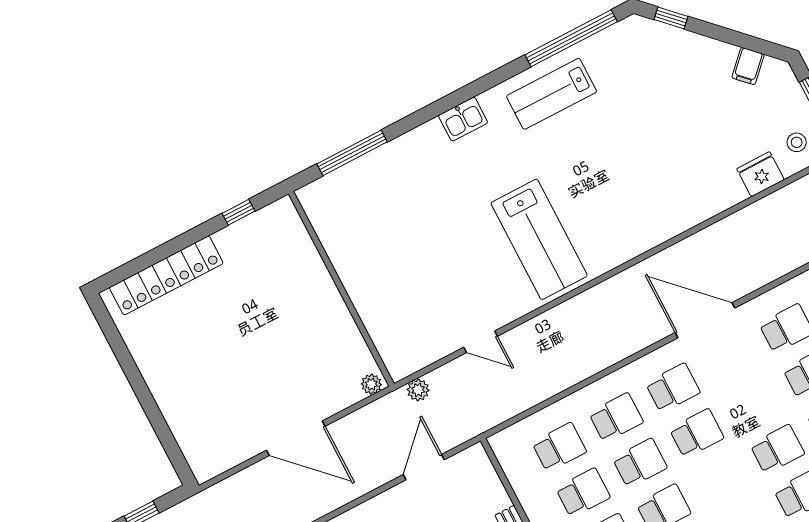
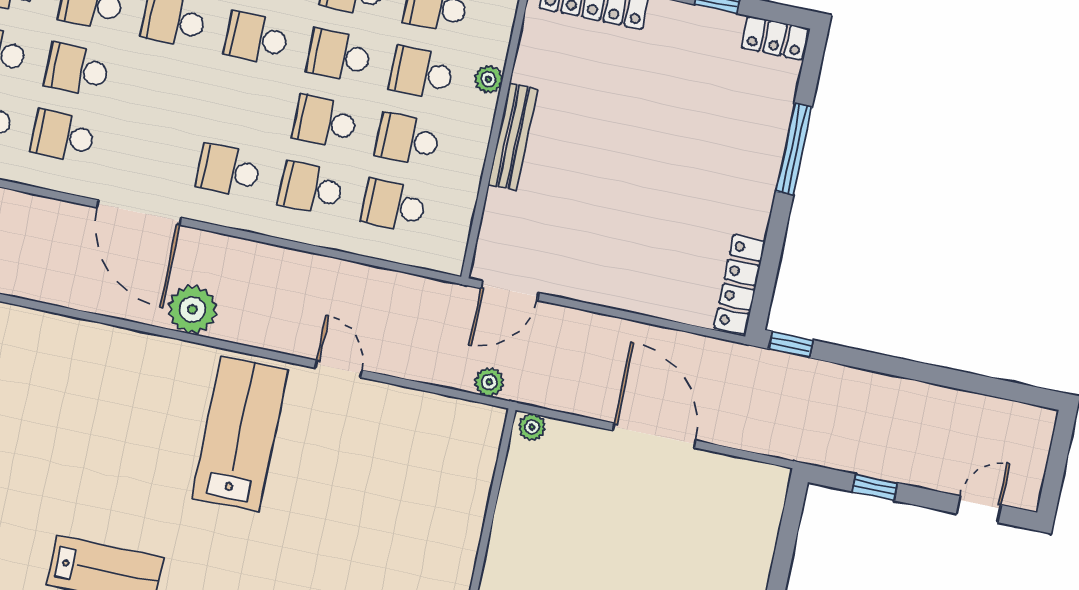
plant: (627, 289) -> (192, 309), added
door: (481, 342) -> (339, 369), moved
school desk: (697, 433) -> (256, 38), moved
door: (424, 467) -> (510, 291), moved

